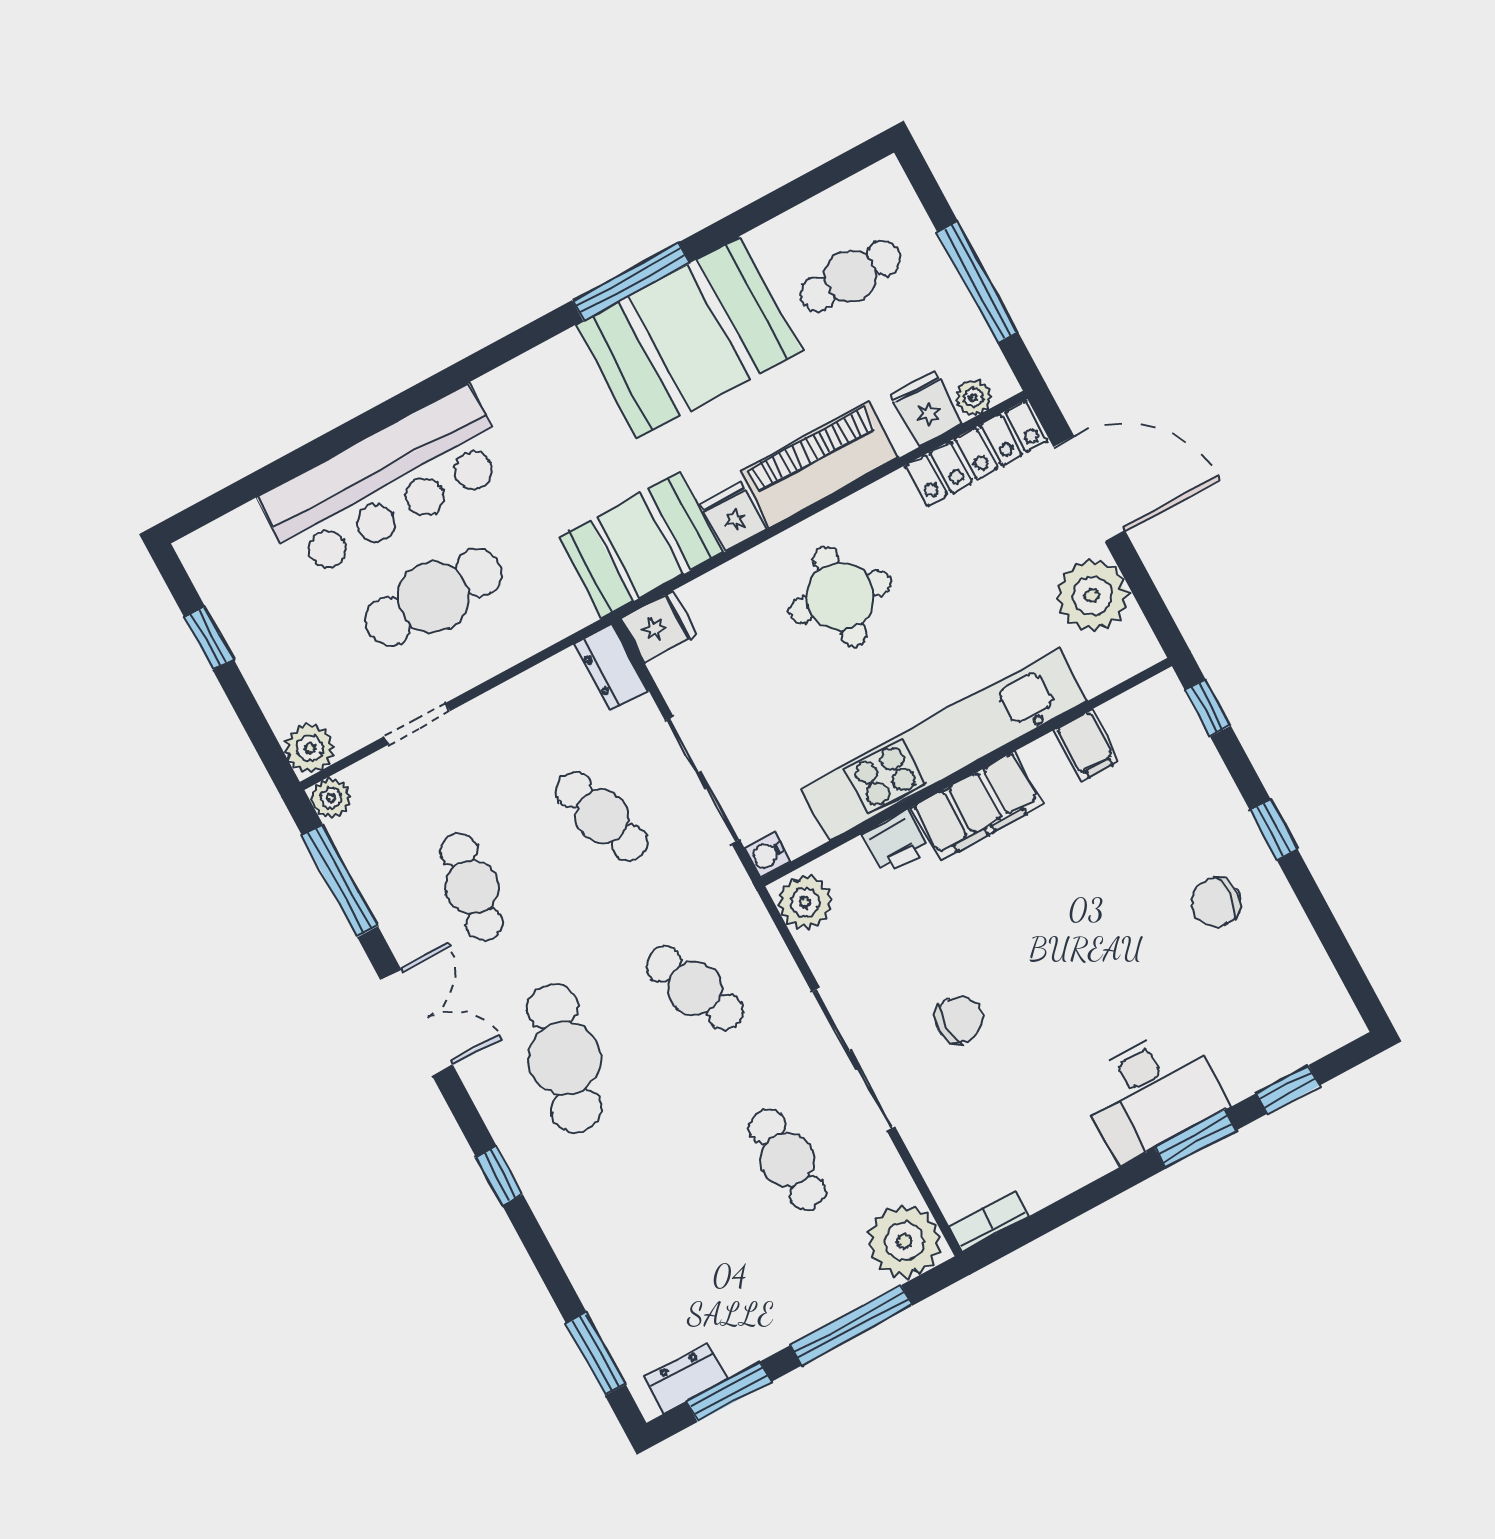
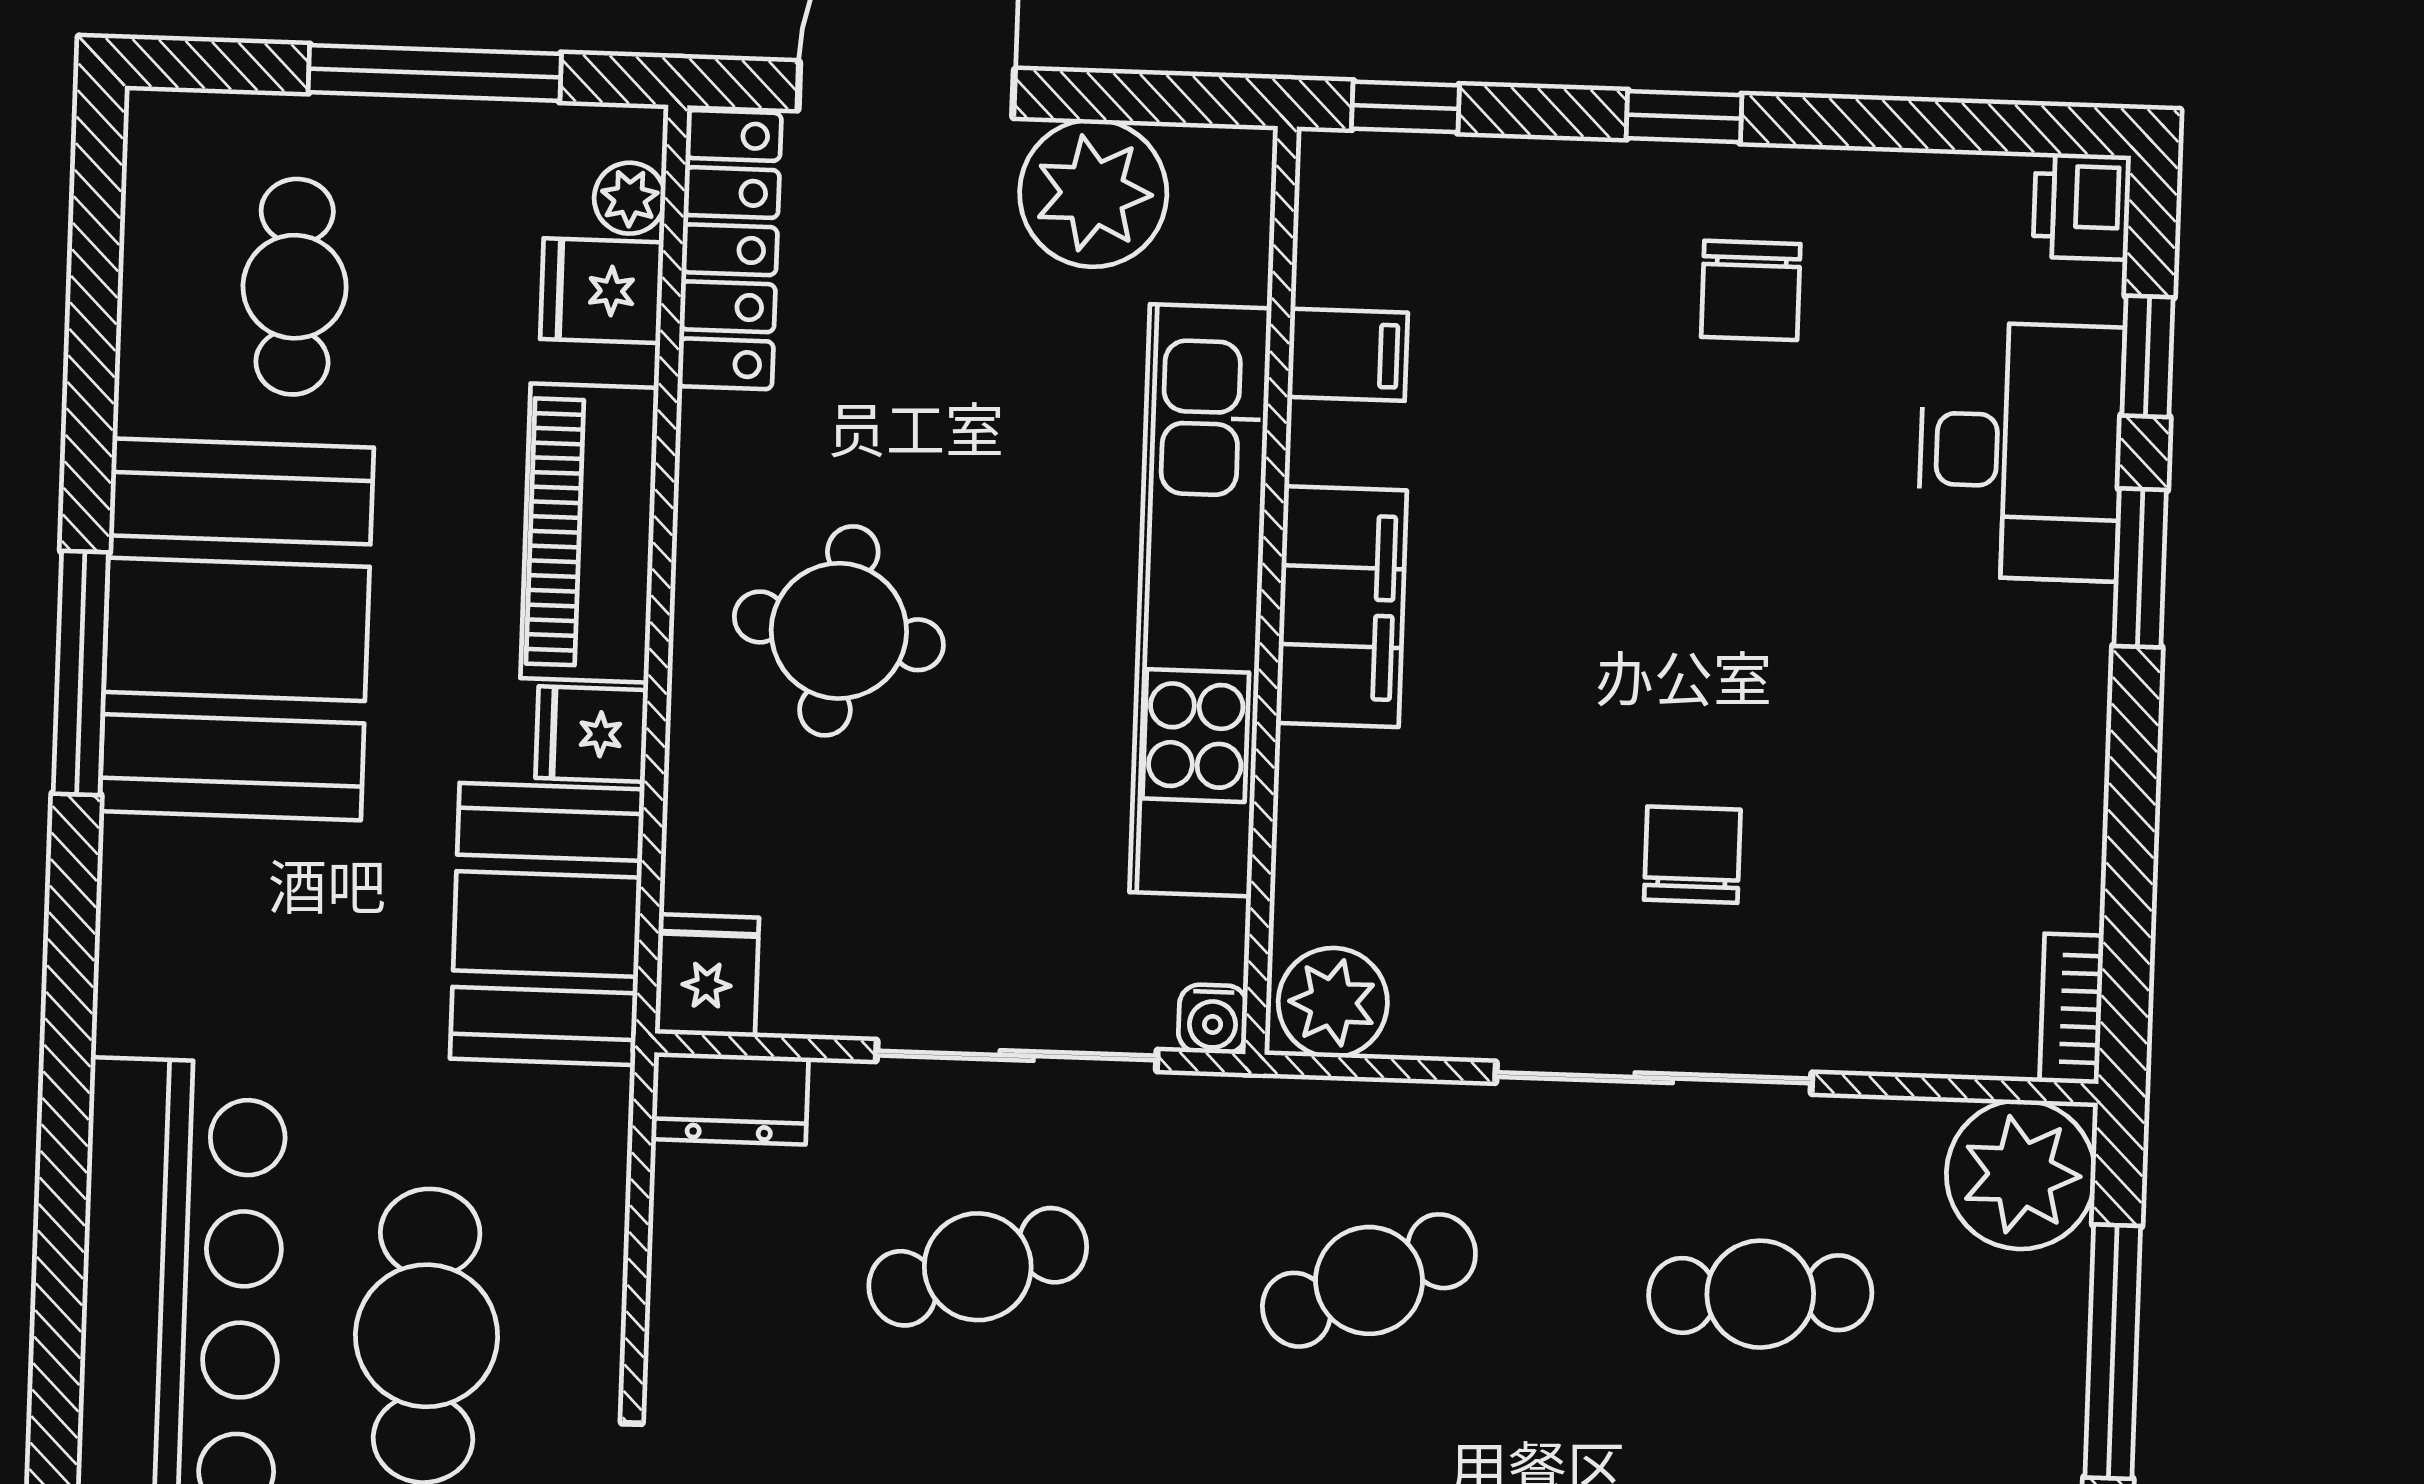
printer: (896, 842) -> (2082, 206), moved, turned 180
desk: (1152, 1093) -> (2021, 451), moved

